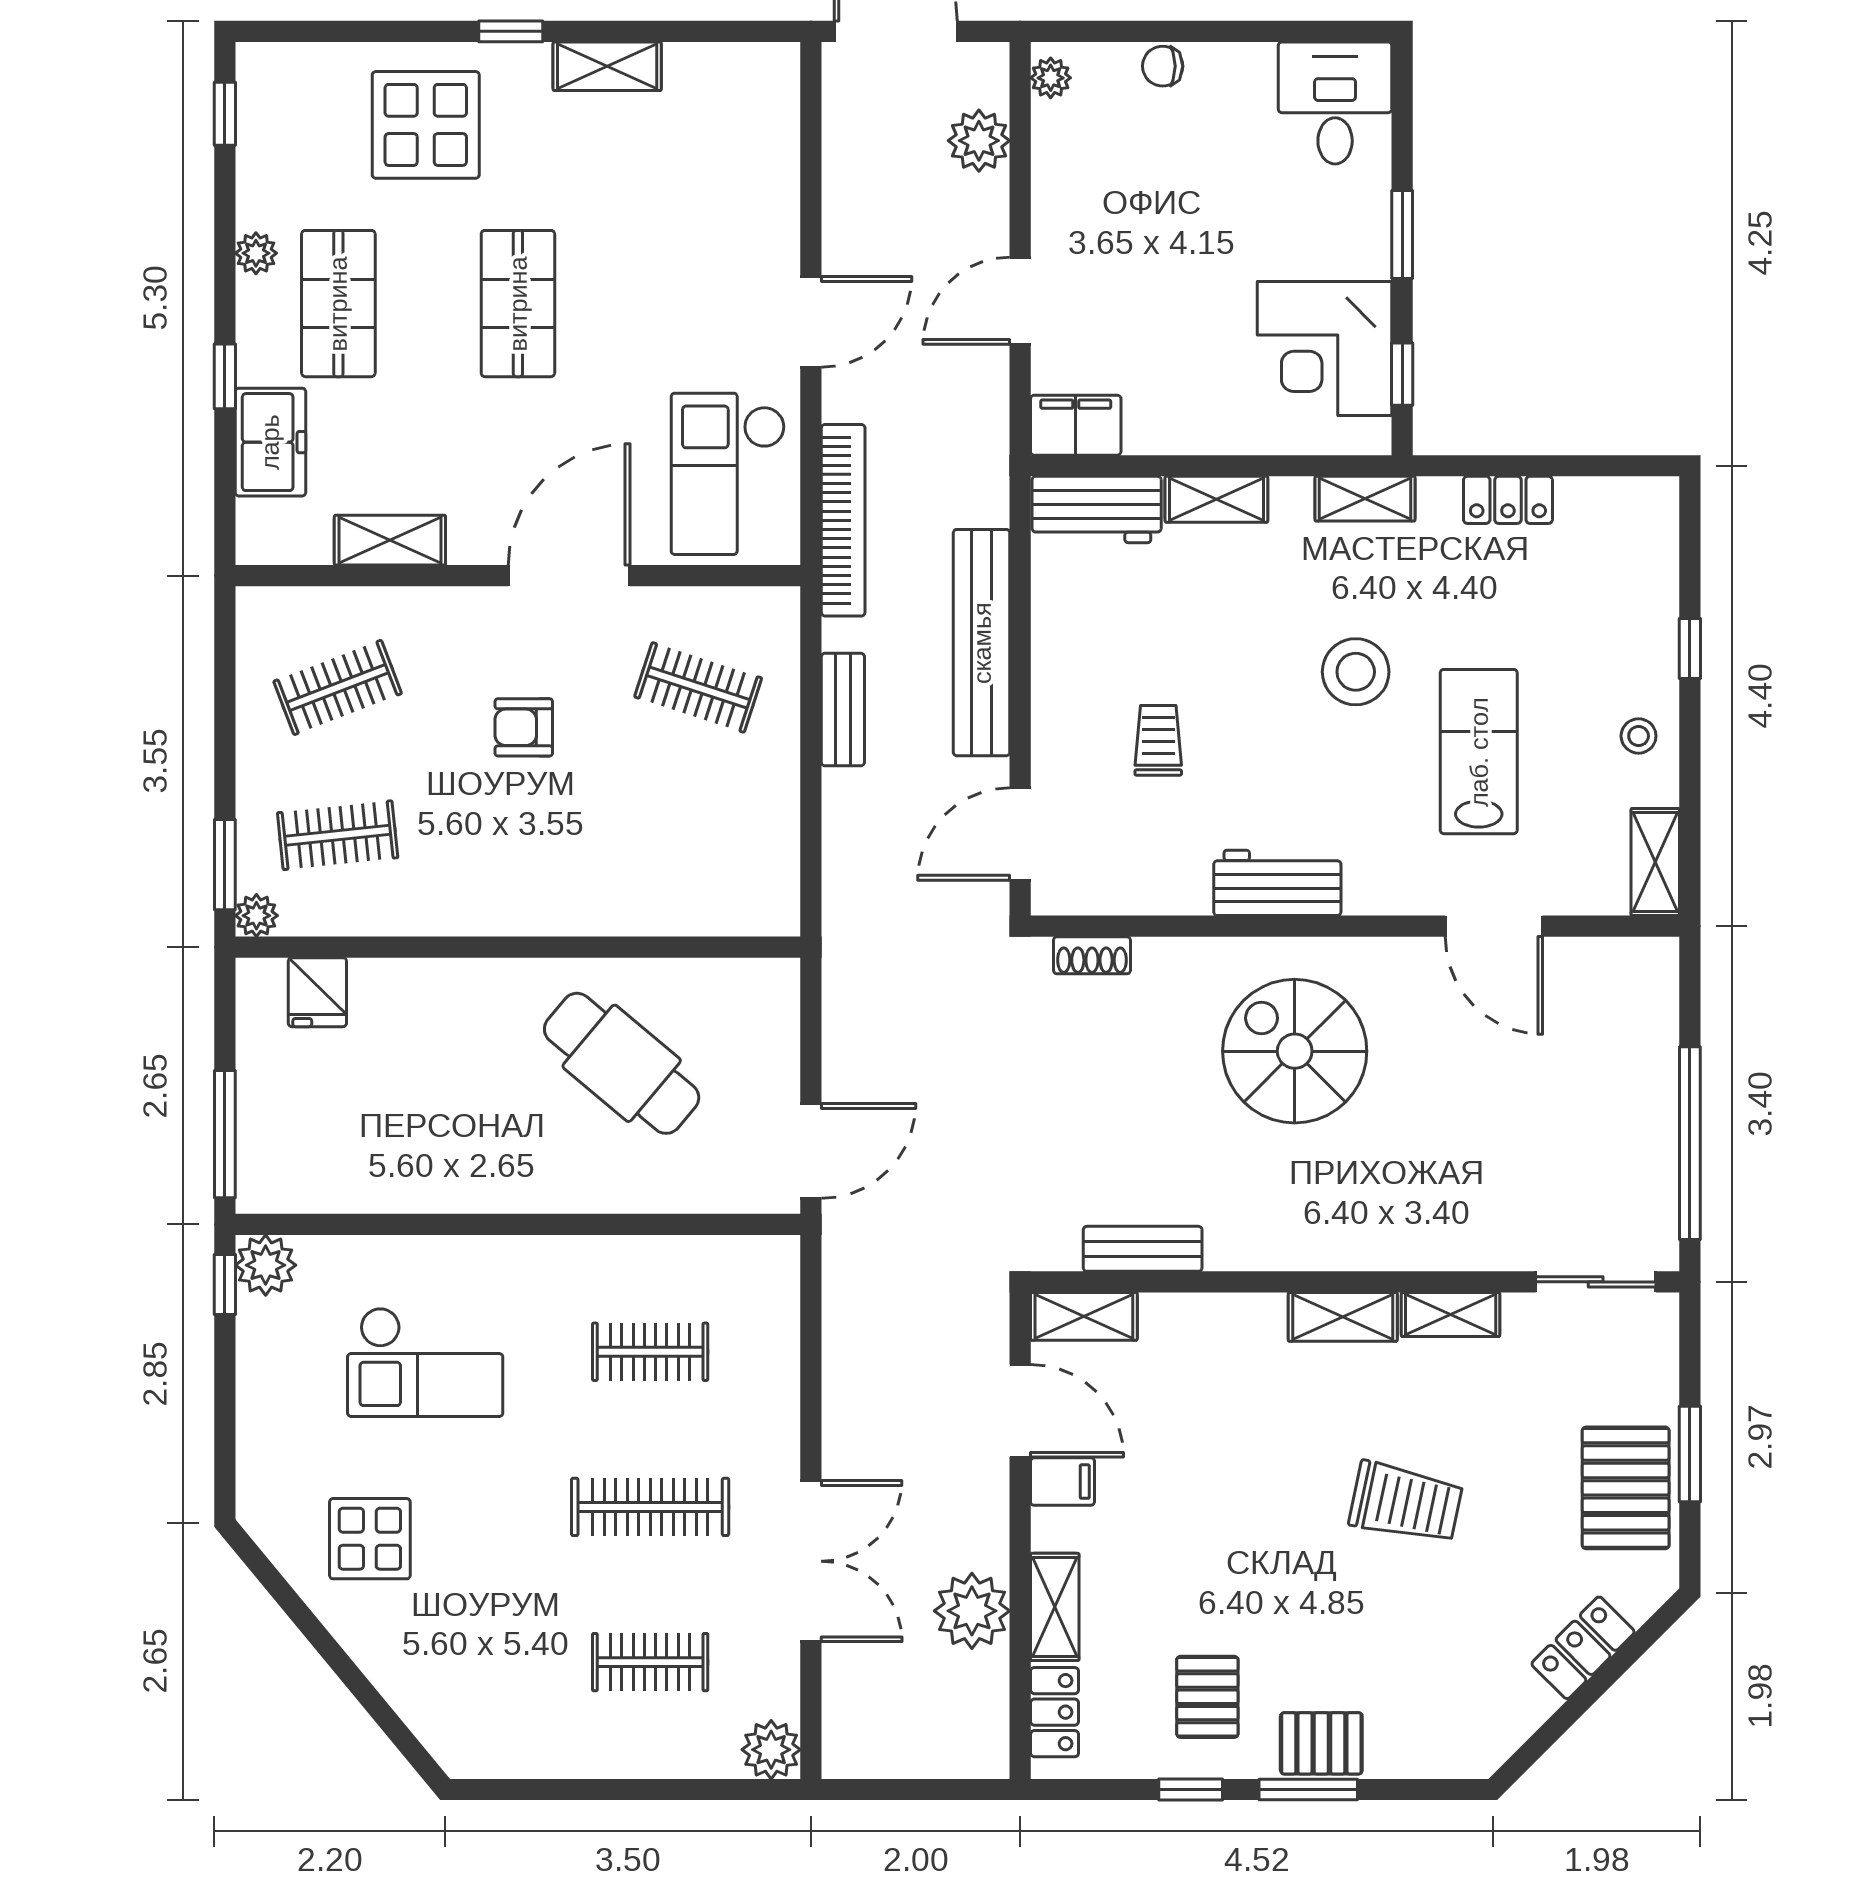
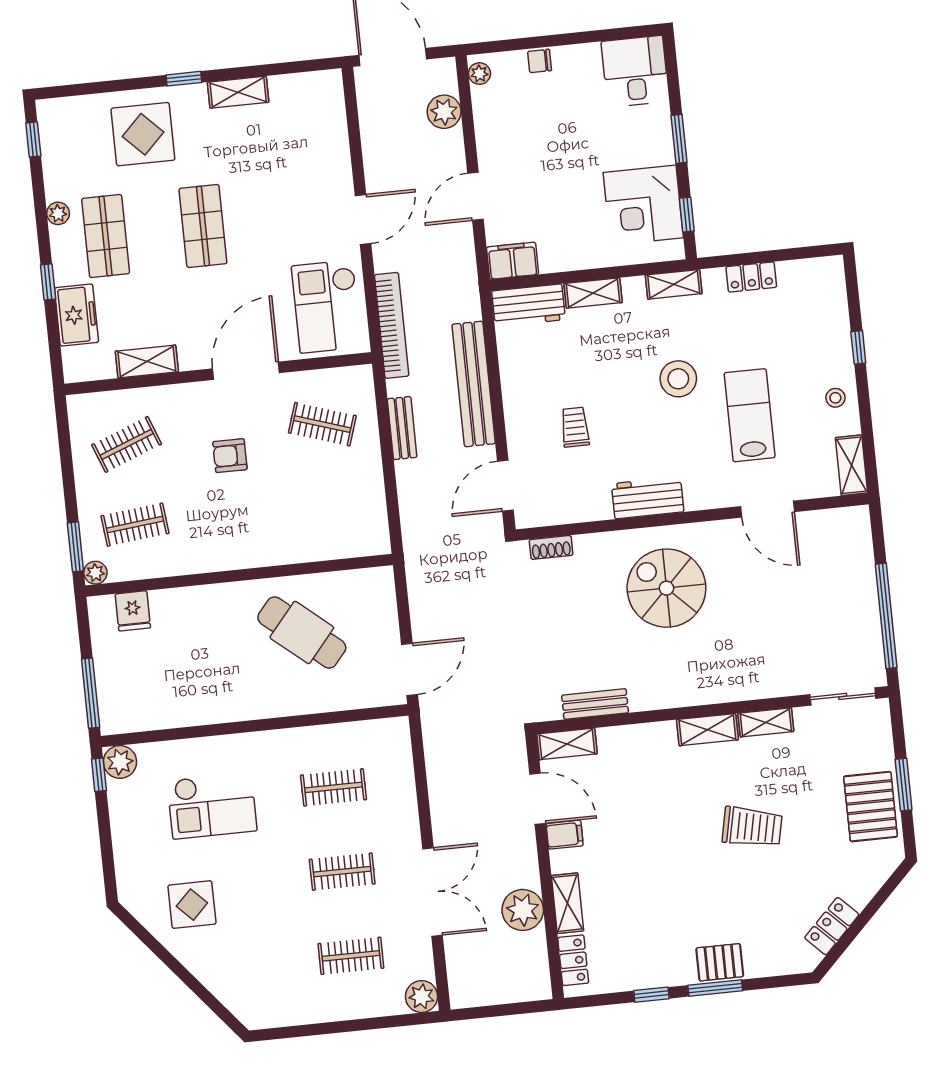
clothes rail: (650, 1507) -> (342, 872), width x0.73
locker: (1583, 1648) -> (832, 926), moved
pallet: (1207, 1697) -> (655, 943), removed

